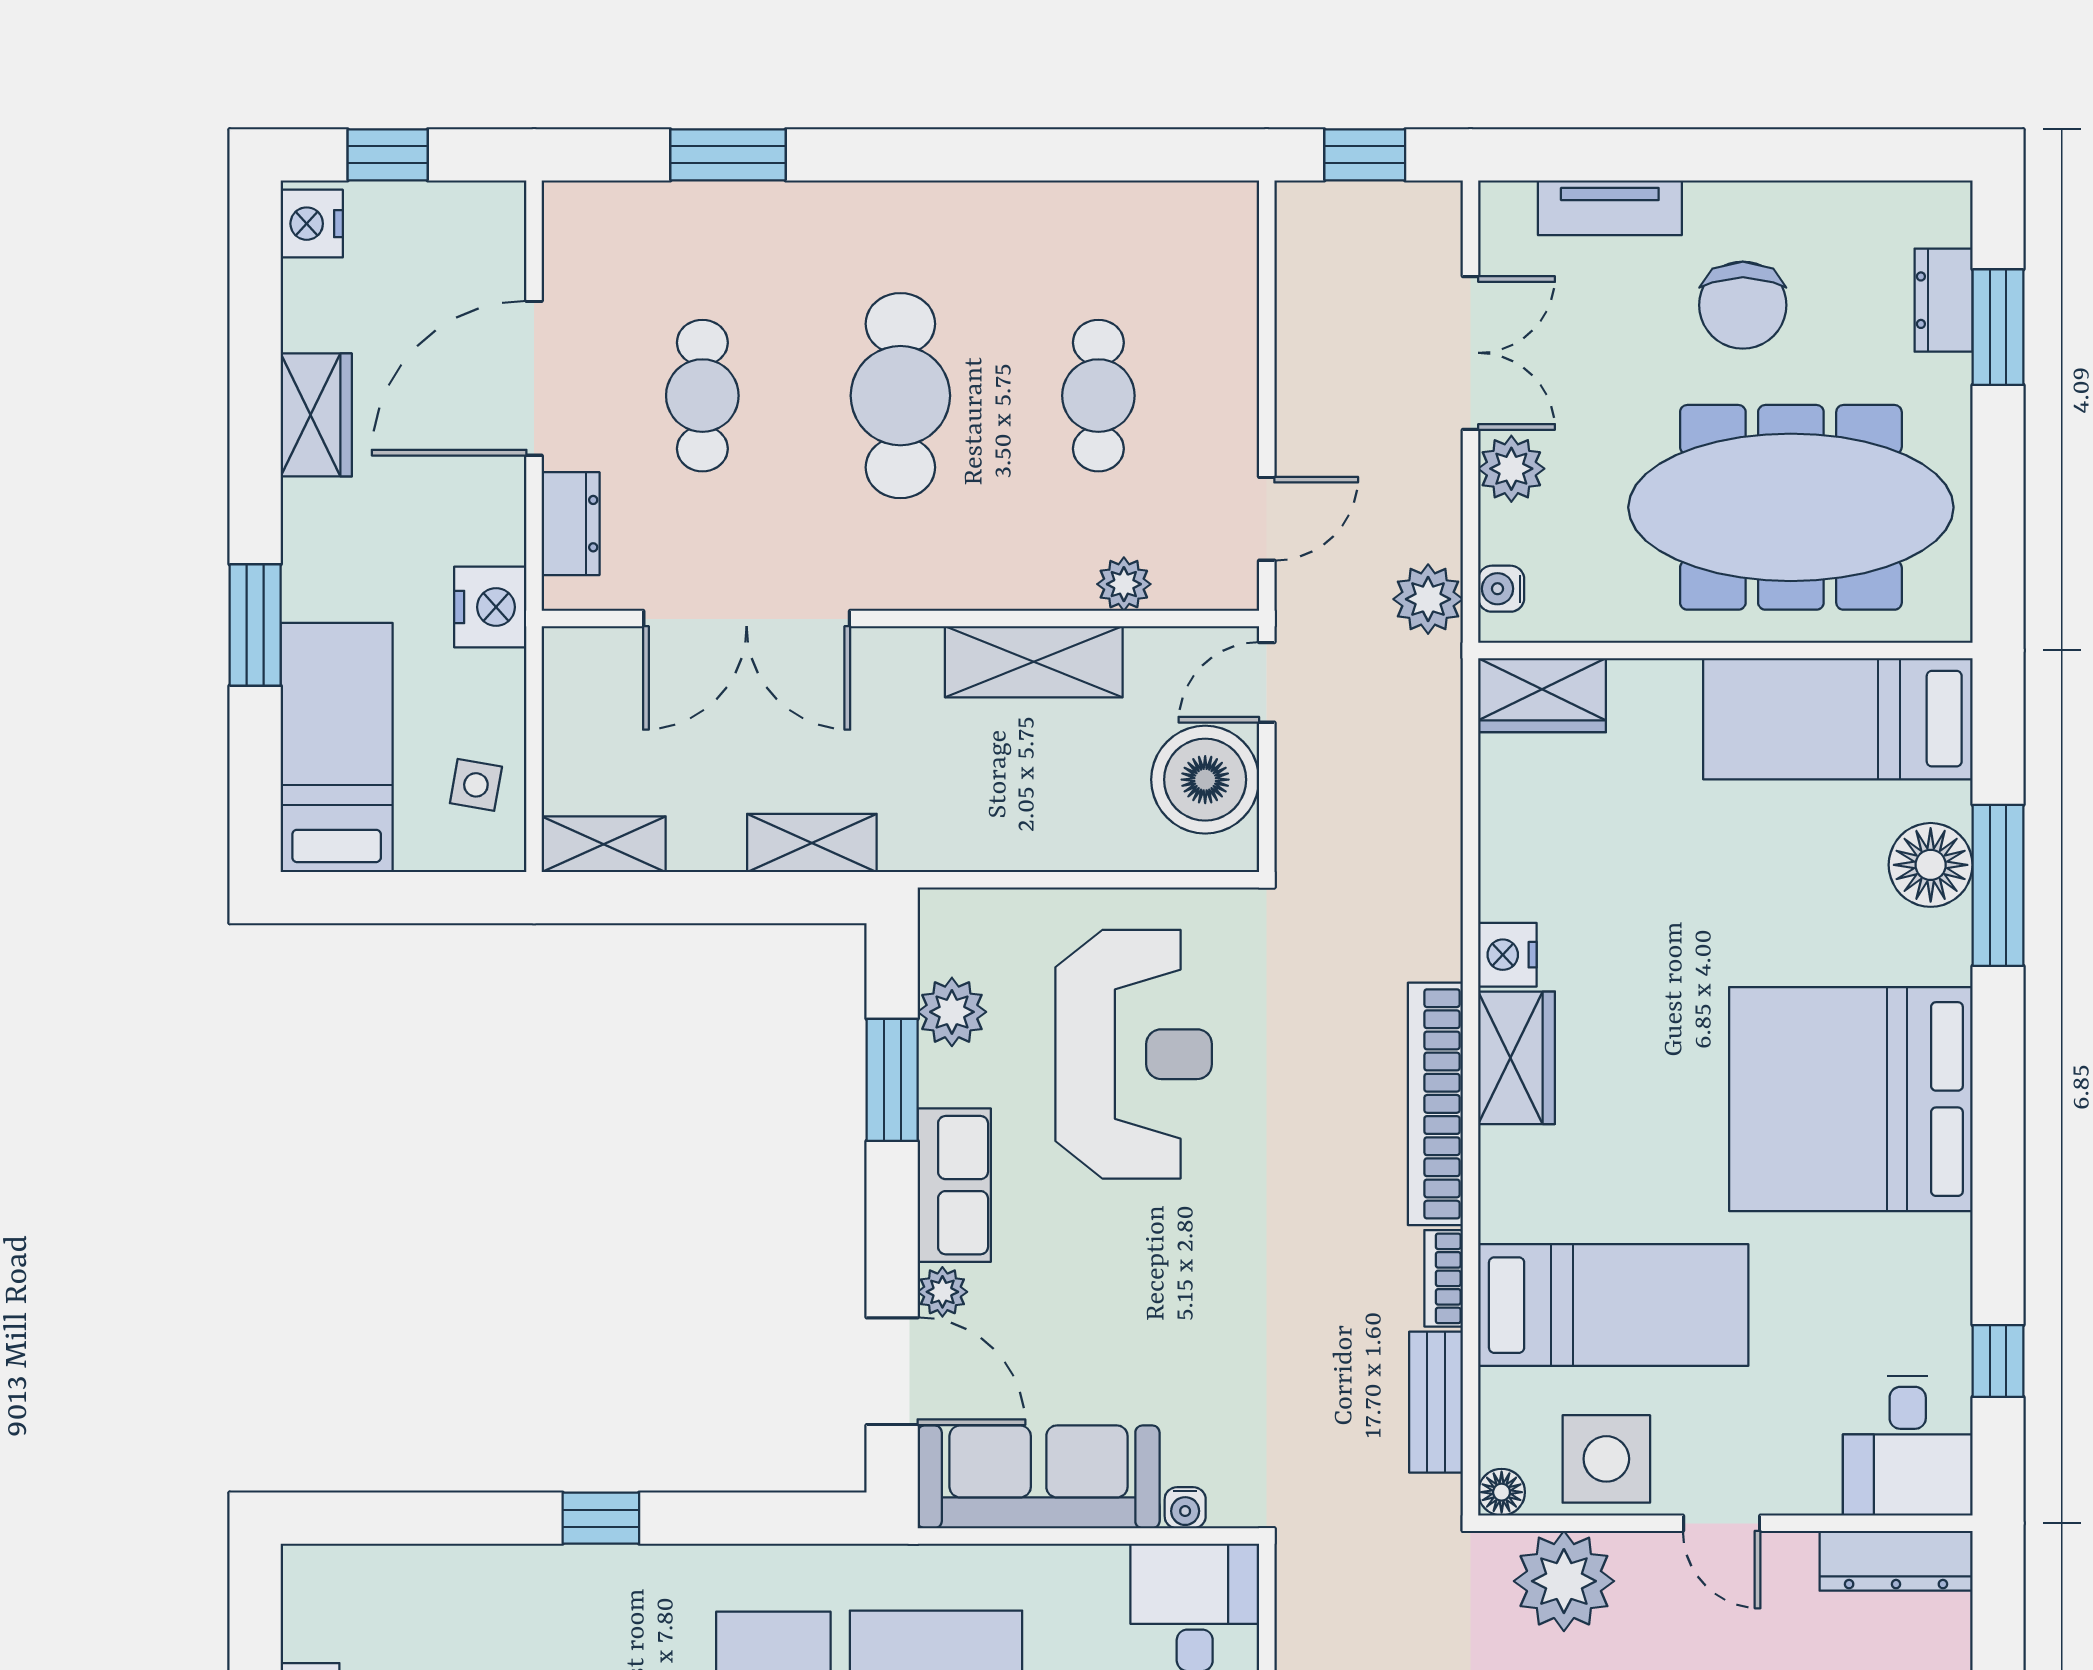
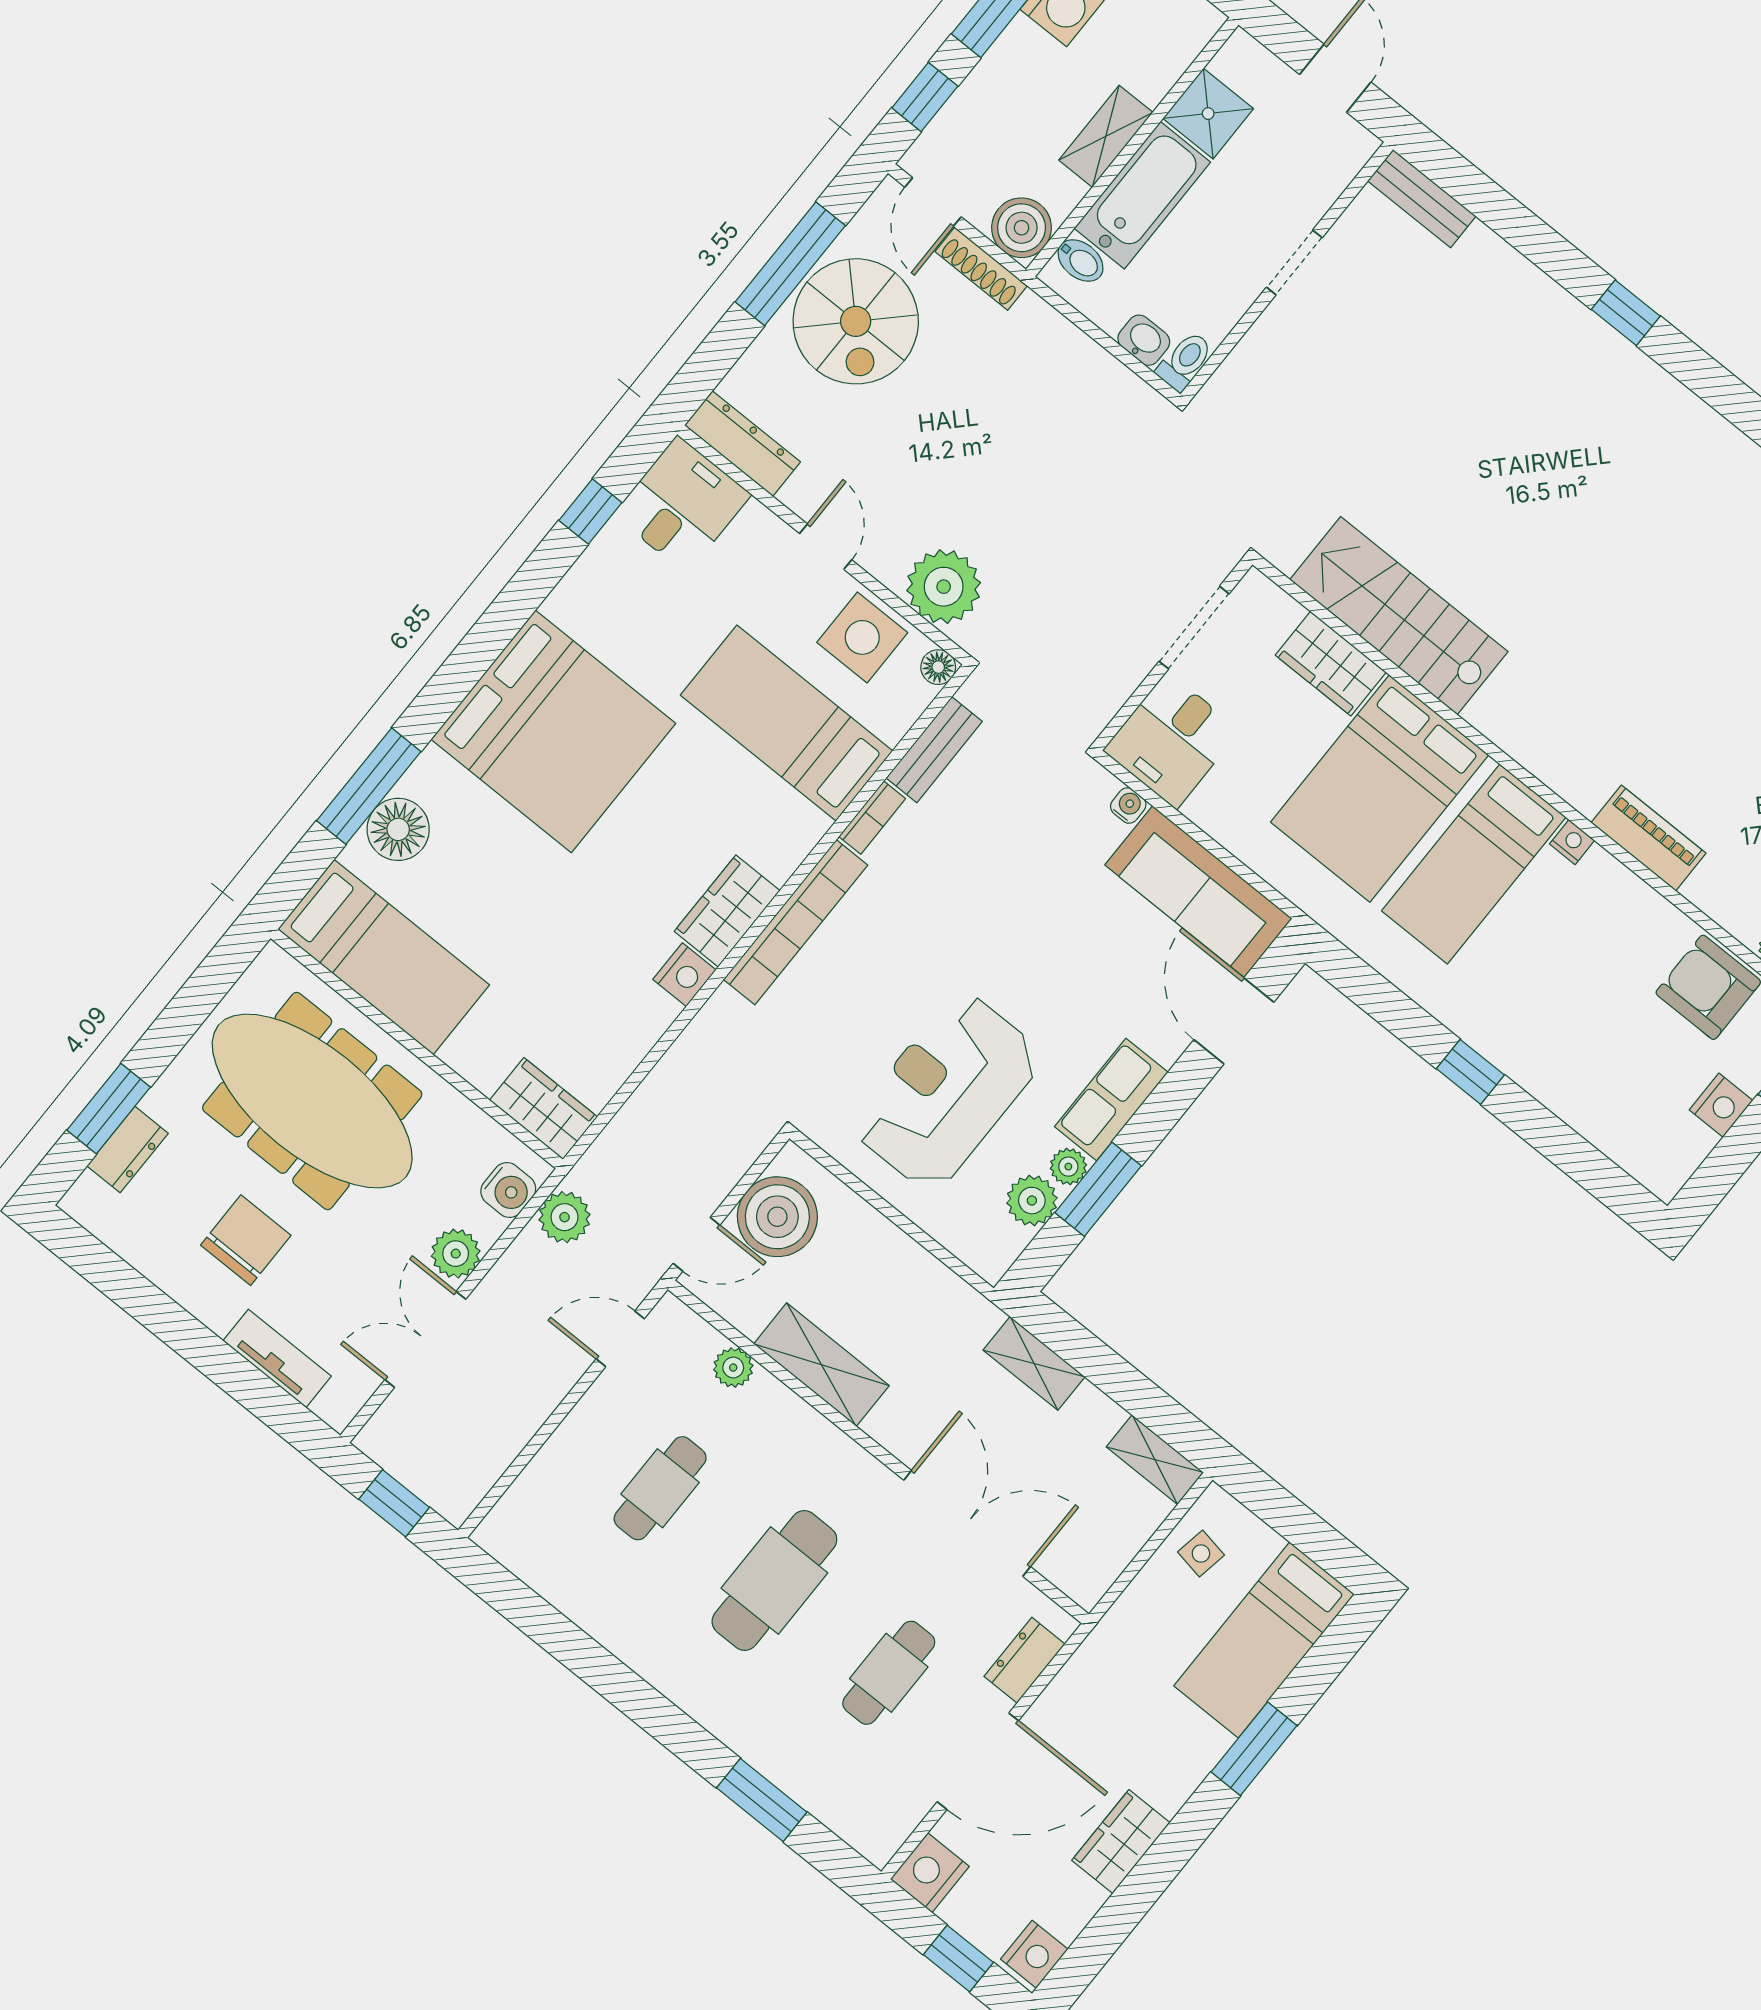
water cooler: (1501, 589) -> (508, 1190), width x1.38, depth x1.38
nightstand: (490, 607) -> (930, 1873), moved
plant: (942, 1292) -> (1068, 1167), moved

